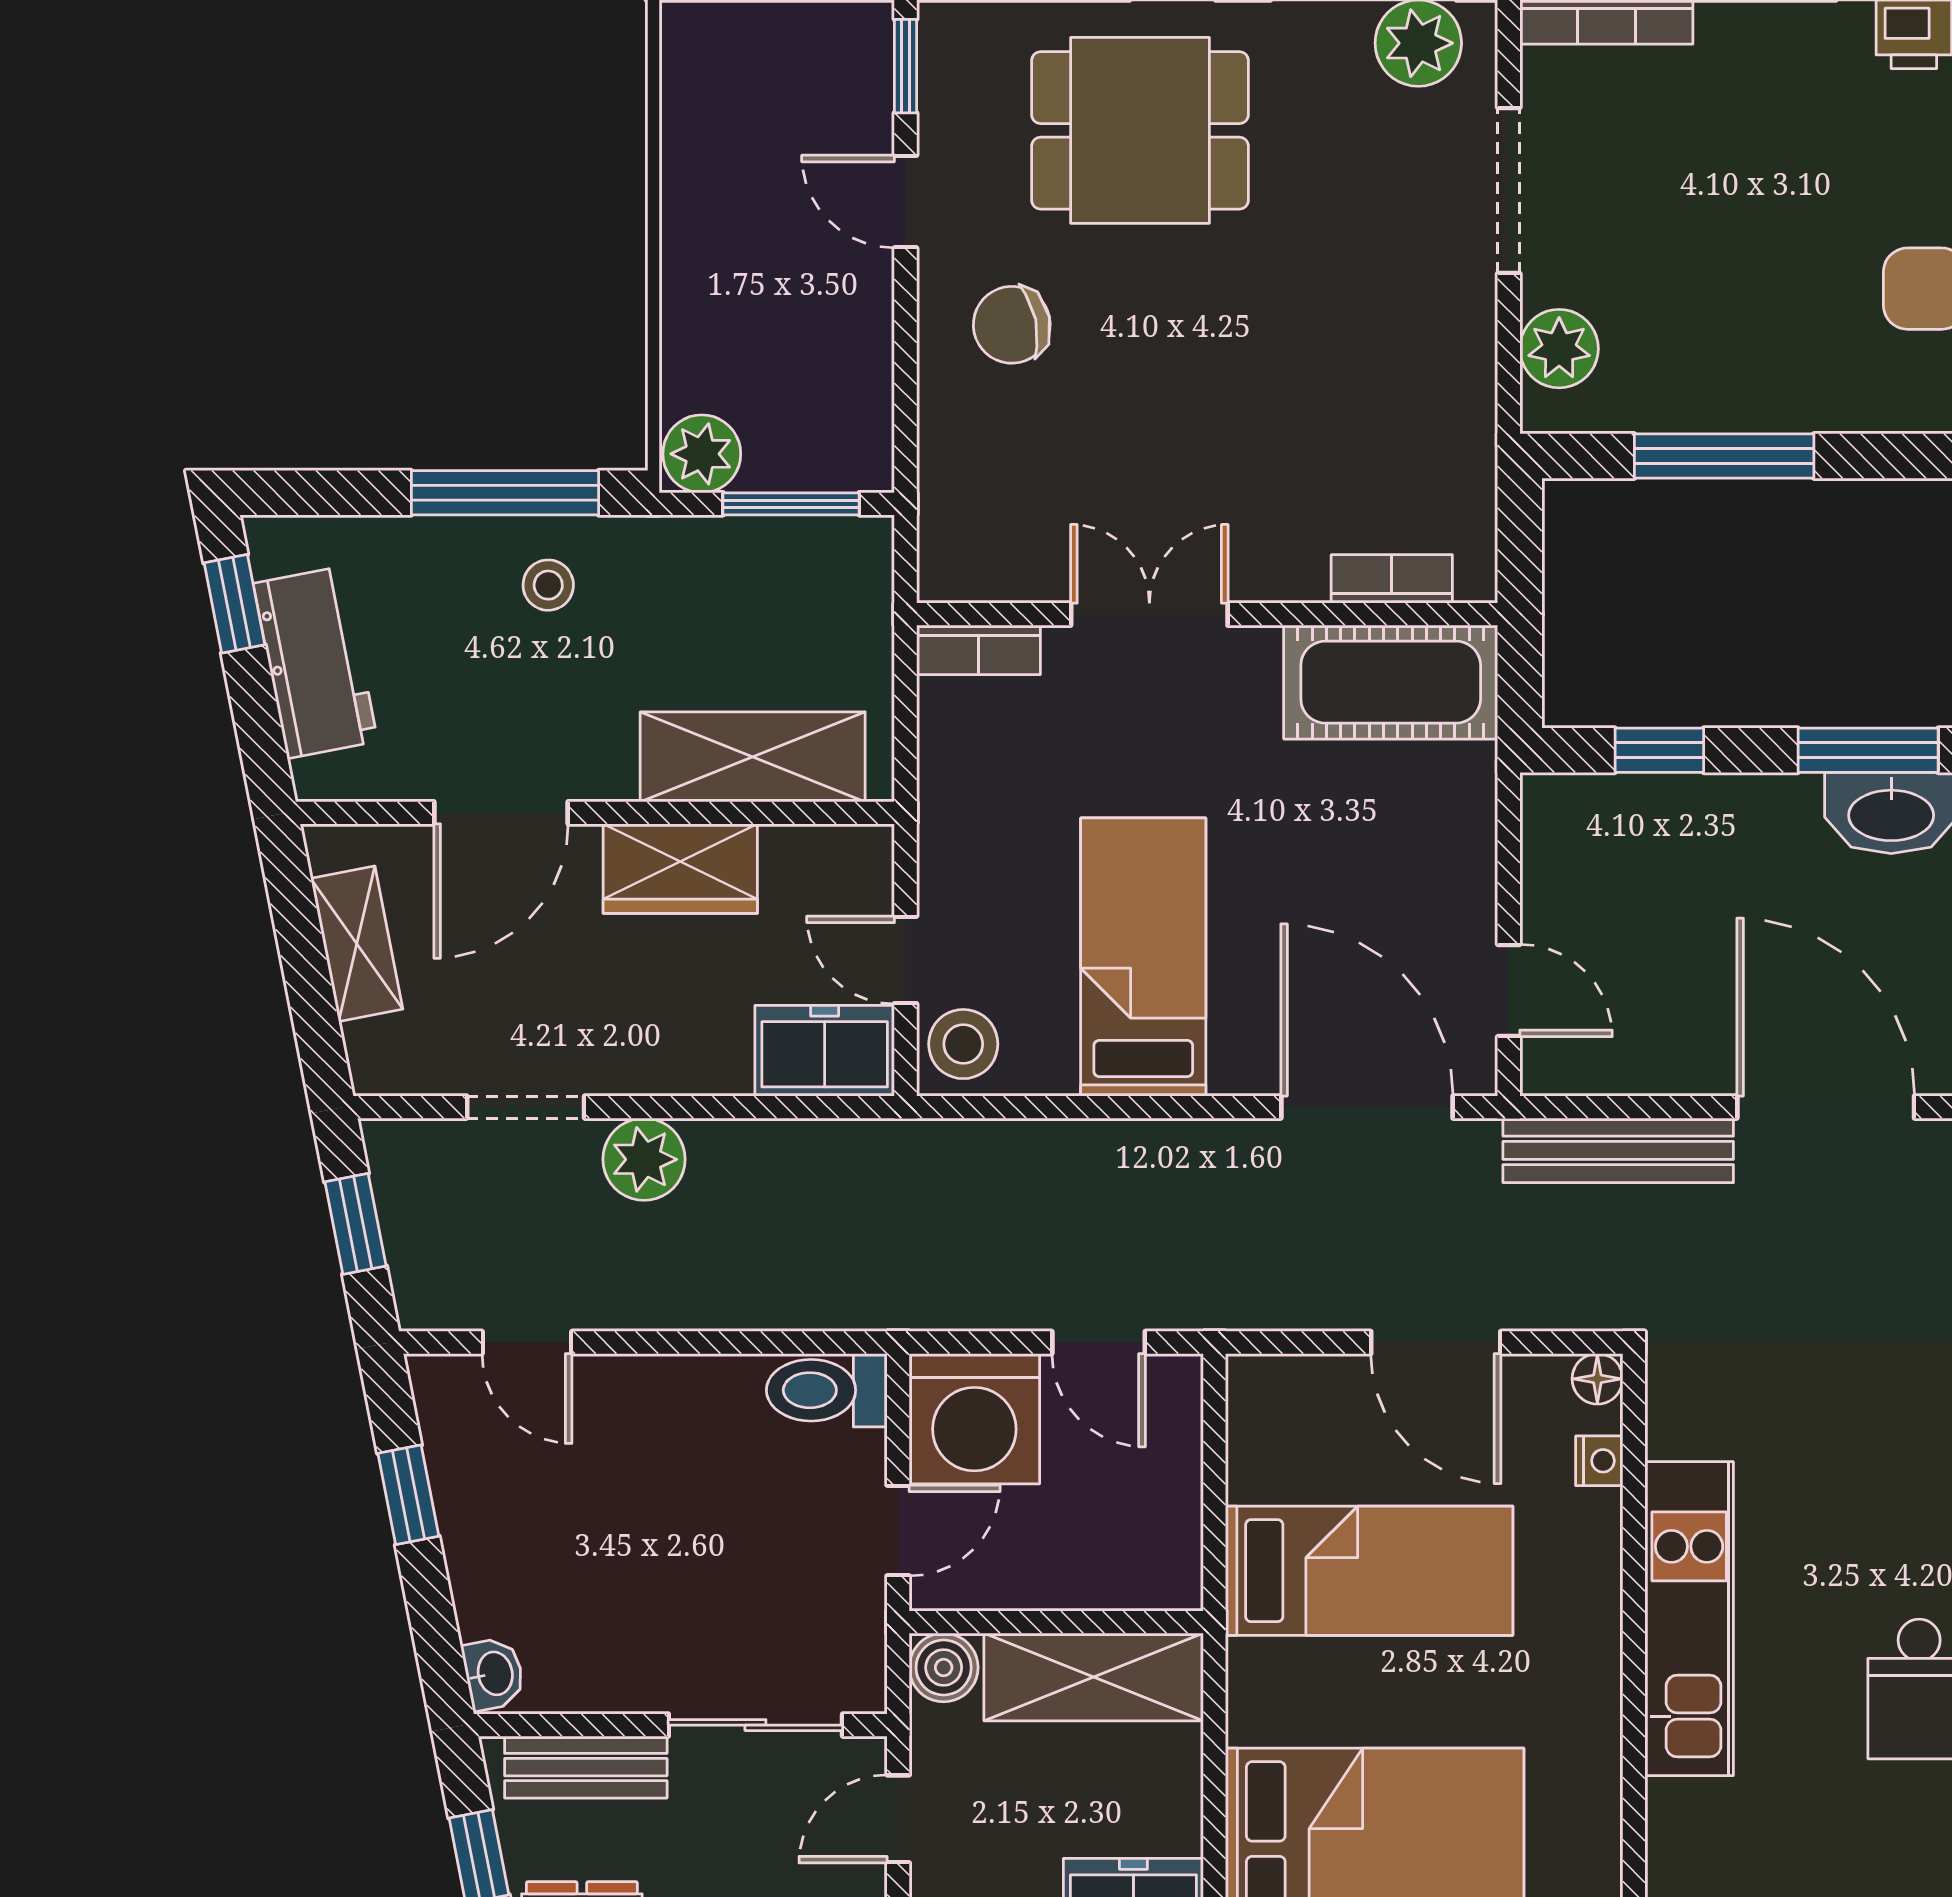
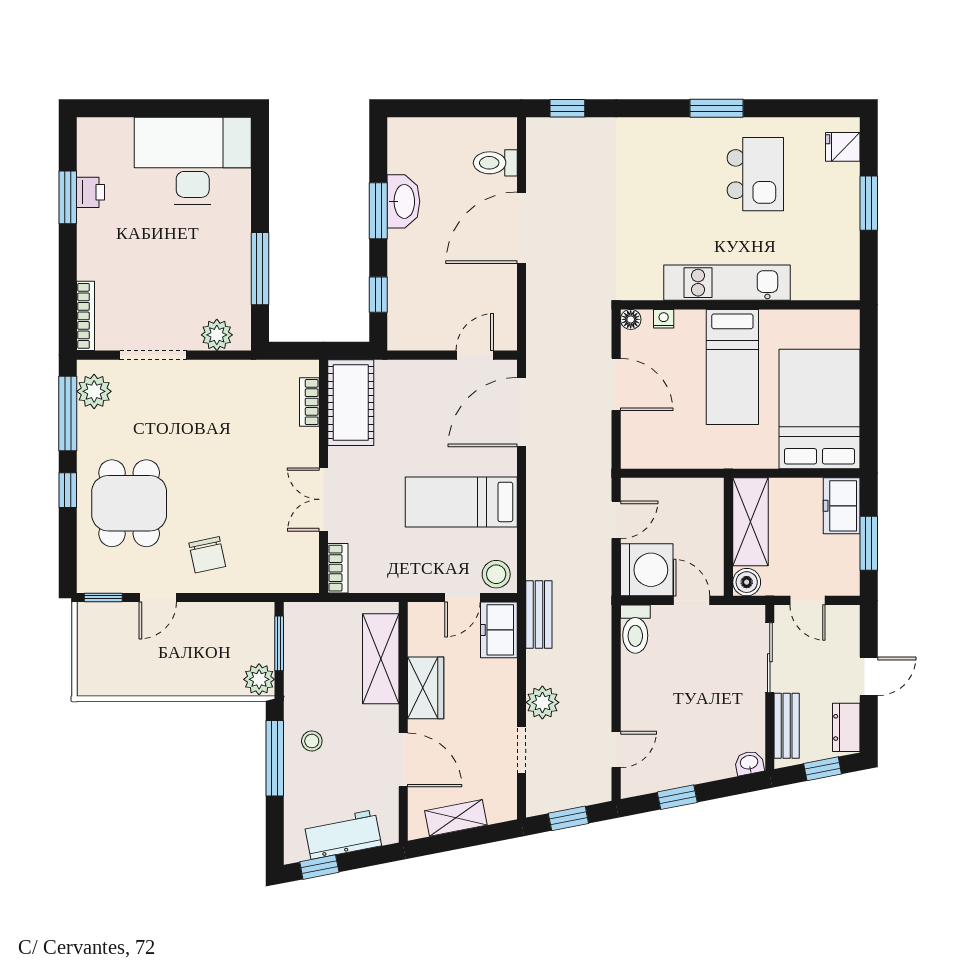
bench: (1618, 1150) -> (539, 614), moved, width x0.73
door: (1436, 1342) -> (616, 384), hinge flipped
bed: (1369, 1571) -> (732, 367), moved, turned 180

